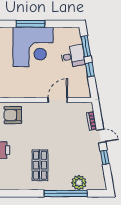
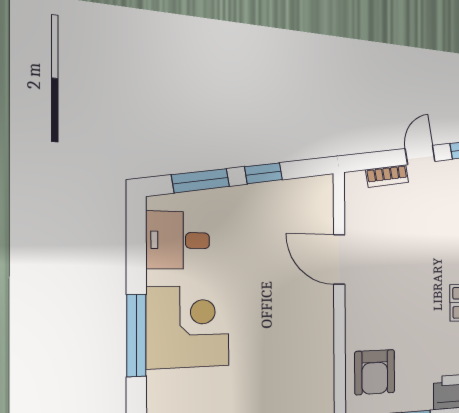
corner desk: (33, 47) -> (188, 327), width x0.74, depth x0.74
desk: (73, 56) -> (178, 240), moved, turned -80

